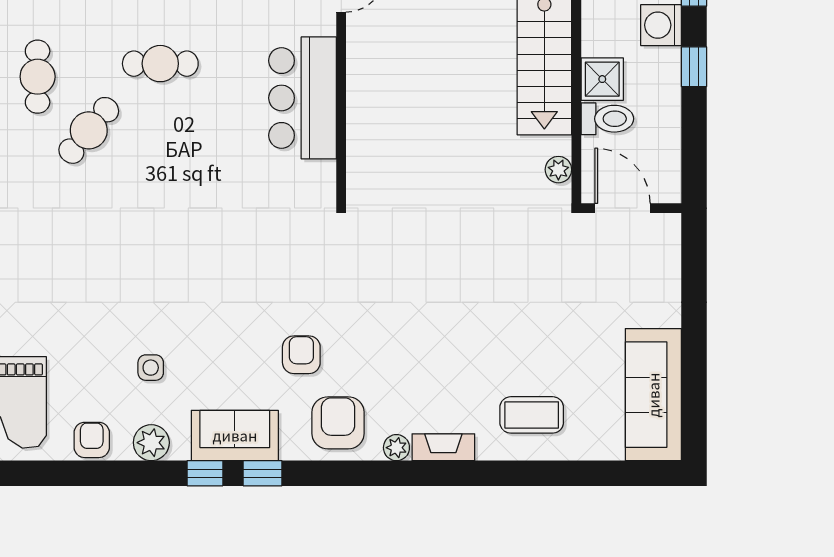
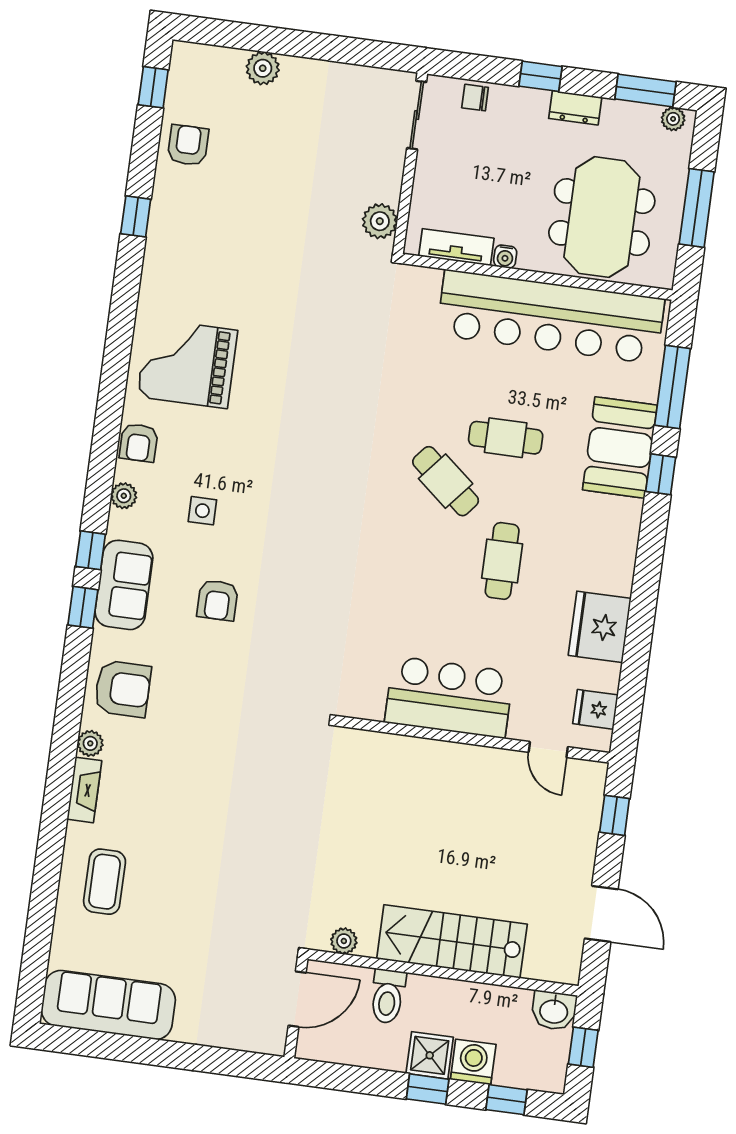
shower: (602, 79) -> (430, 1055), moved
armchair: (301, 355) -> (218, 600), moved, turned 90
armchair: (92, 440) -> (139, 443), turned 90
plant: (151, 443) -> (124, 496), width x0.73, depth x0.73

